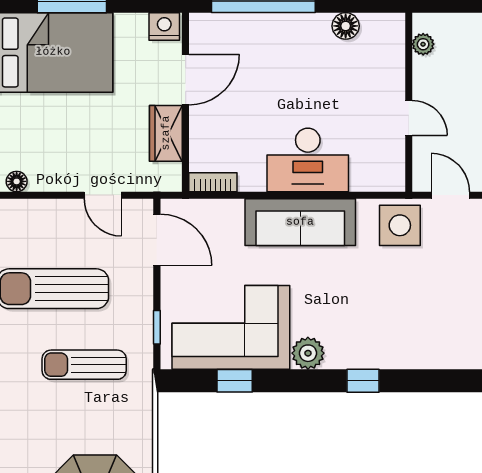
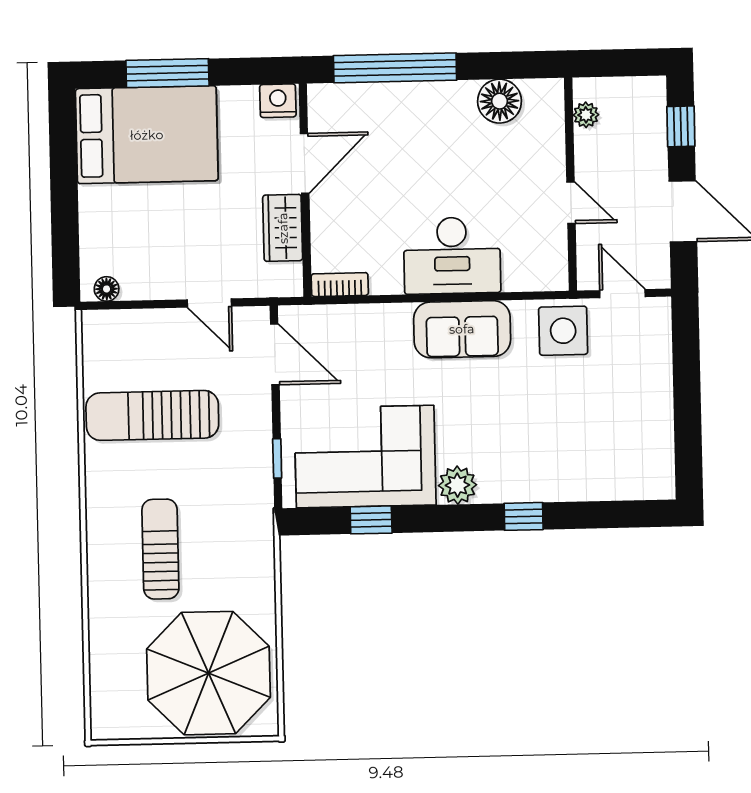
floor lamp: (346, 26) -> (500, 101), width x1.38, depth x1.38
sofa: (300, 222) -> (462, 329), width x0.73
sun lounger: (84, 365) -> (160, 549), moved, turned 90

